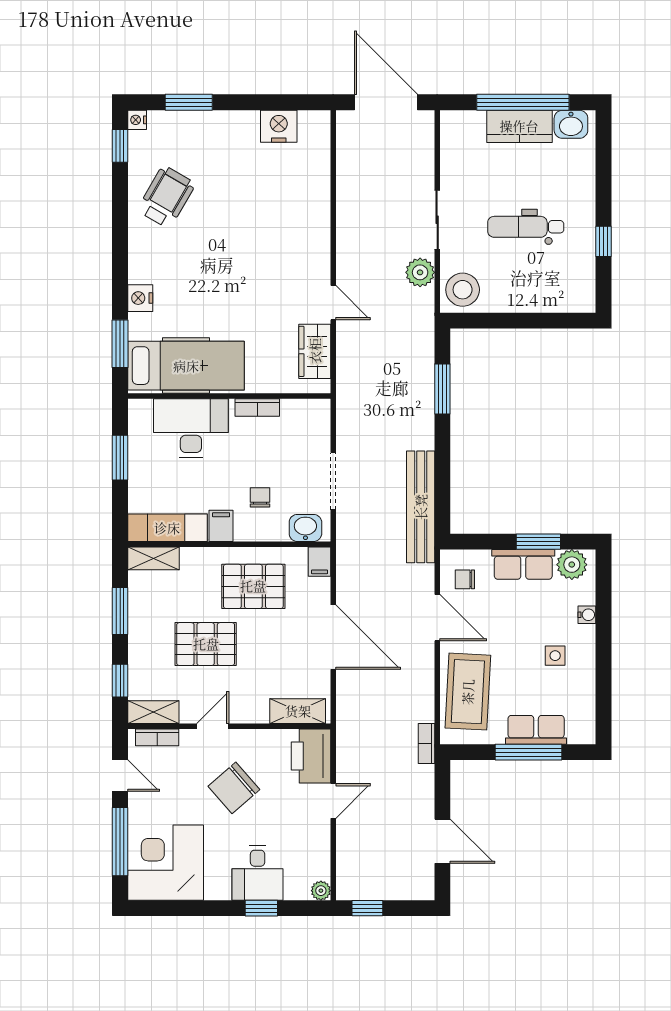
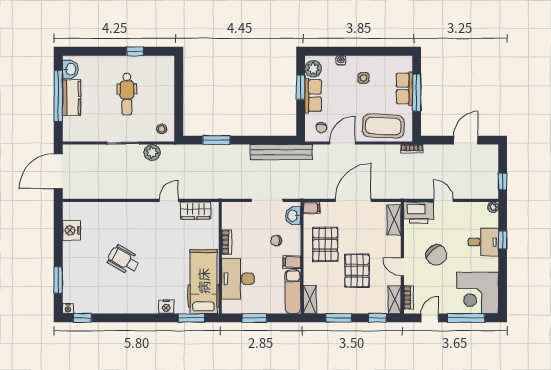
wheelchair: (166, 197) -> (123, 260), moved
stool: (463, 290) -> (162, 129), width x0.53, depth x0.53

